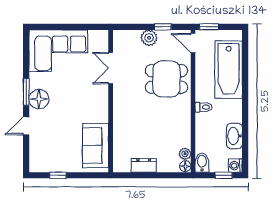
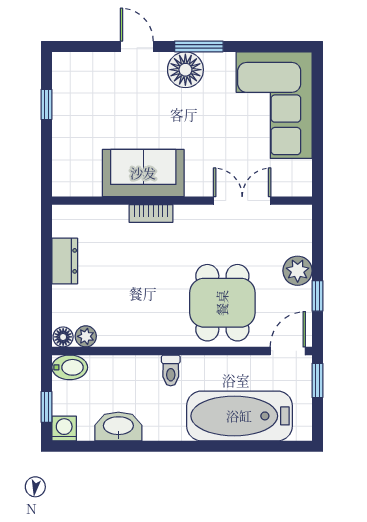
bookcase: (118, 118) -> (151, 214), added
sofa: (96, 146) -> (143, 173), moved

